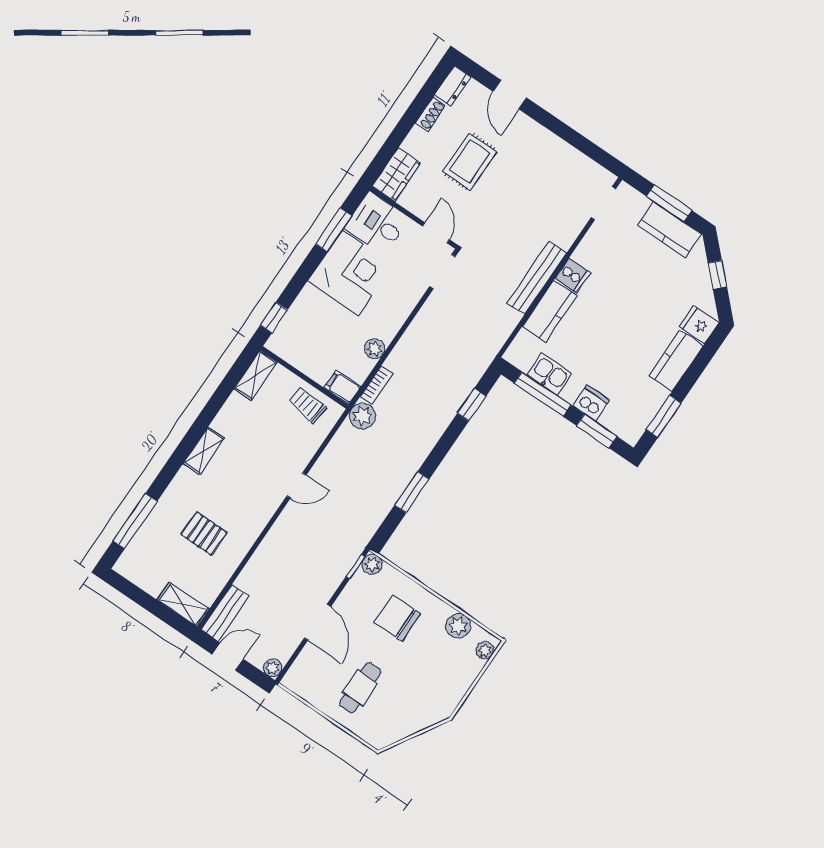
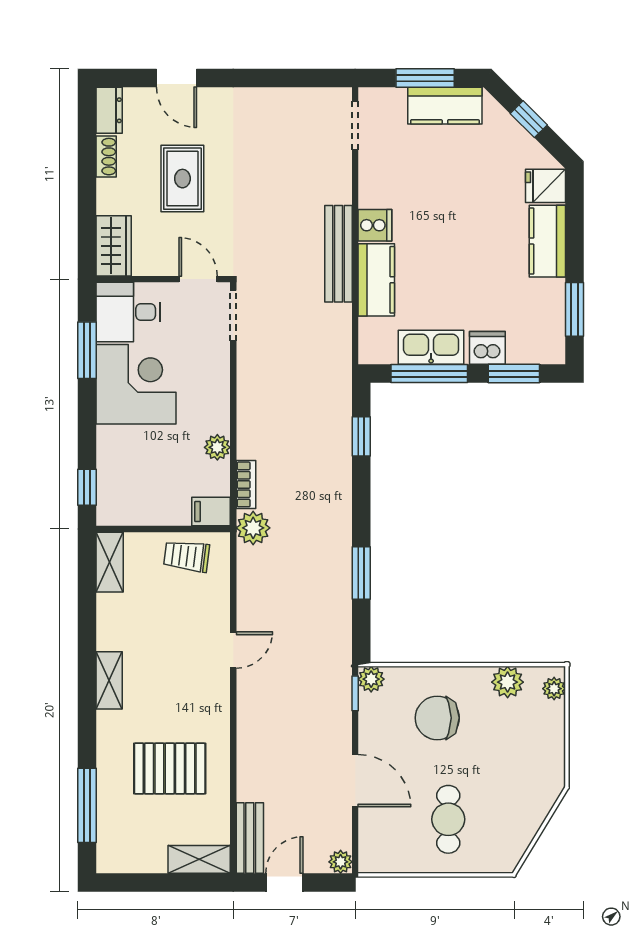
kitchen sink: (550, 374) -> (431, 347), width x1.38
pallet: (204, 534) -> (170, 768), width x1.50, depth x1.42

